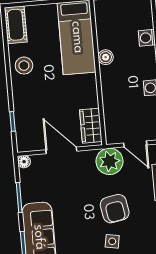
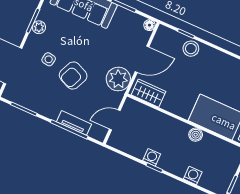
stool: (24, 66) -> (191, 49), moved
plant: (110, 161) -> (118, 79), moved
armchair: (115, 209) -> (73, 75), turned -56

